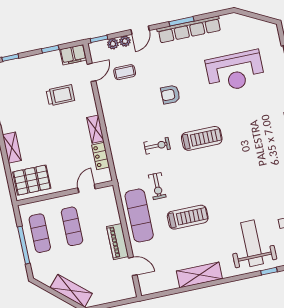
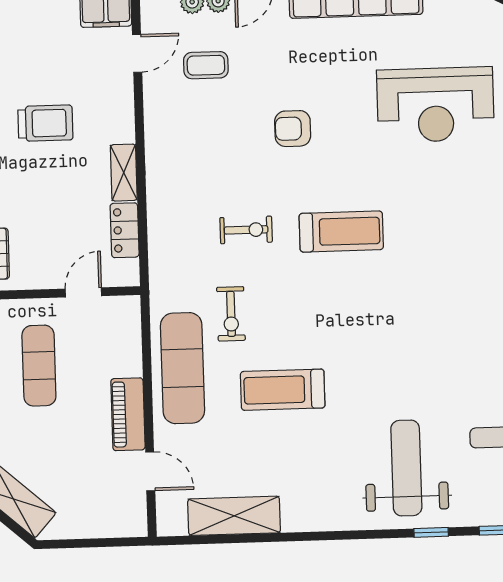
trolley: (60, 95) -> (45, 123), moved
treadmill: (188, 217) -> (283, 390), turned 180
shelving: (199, 275) -> (234, 516), moved

